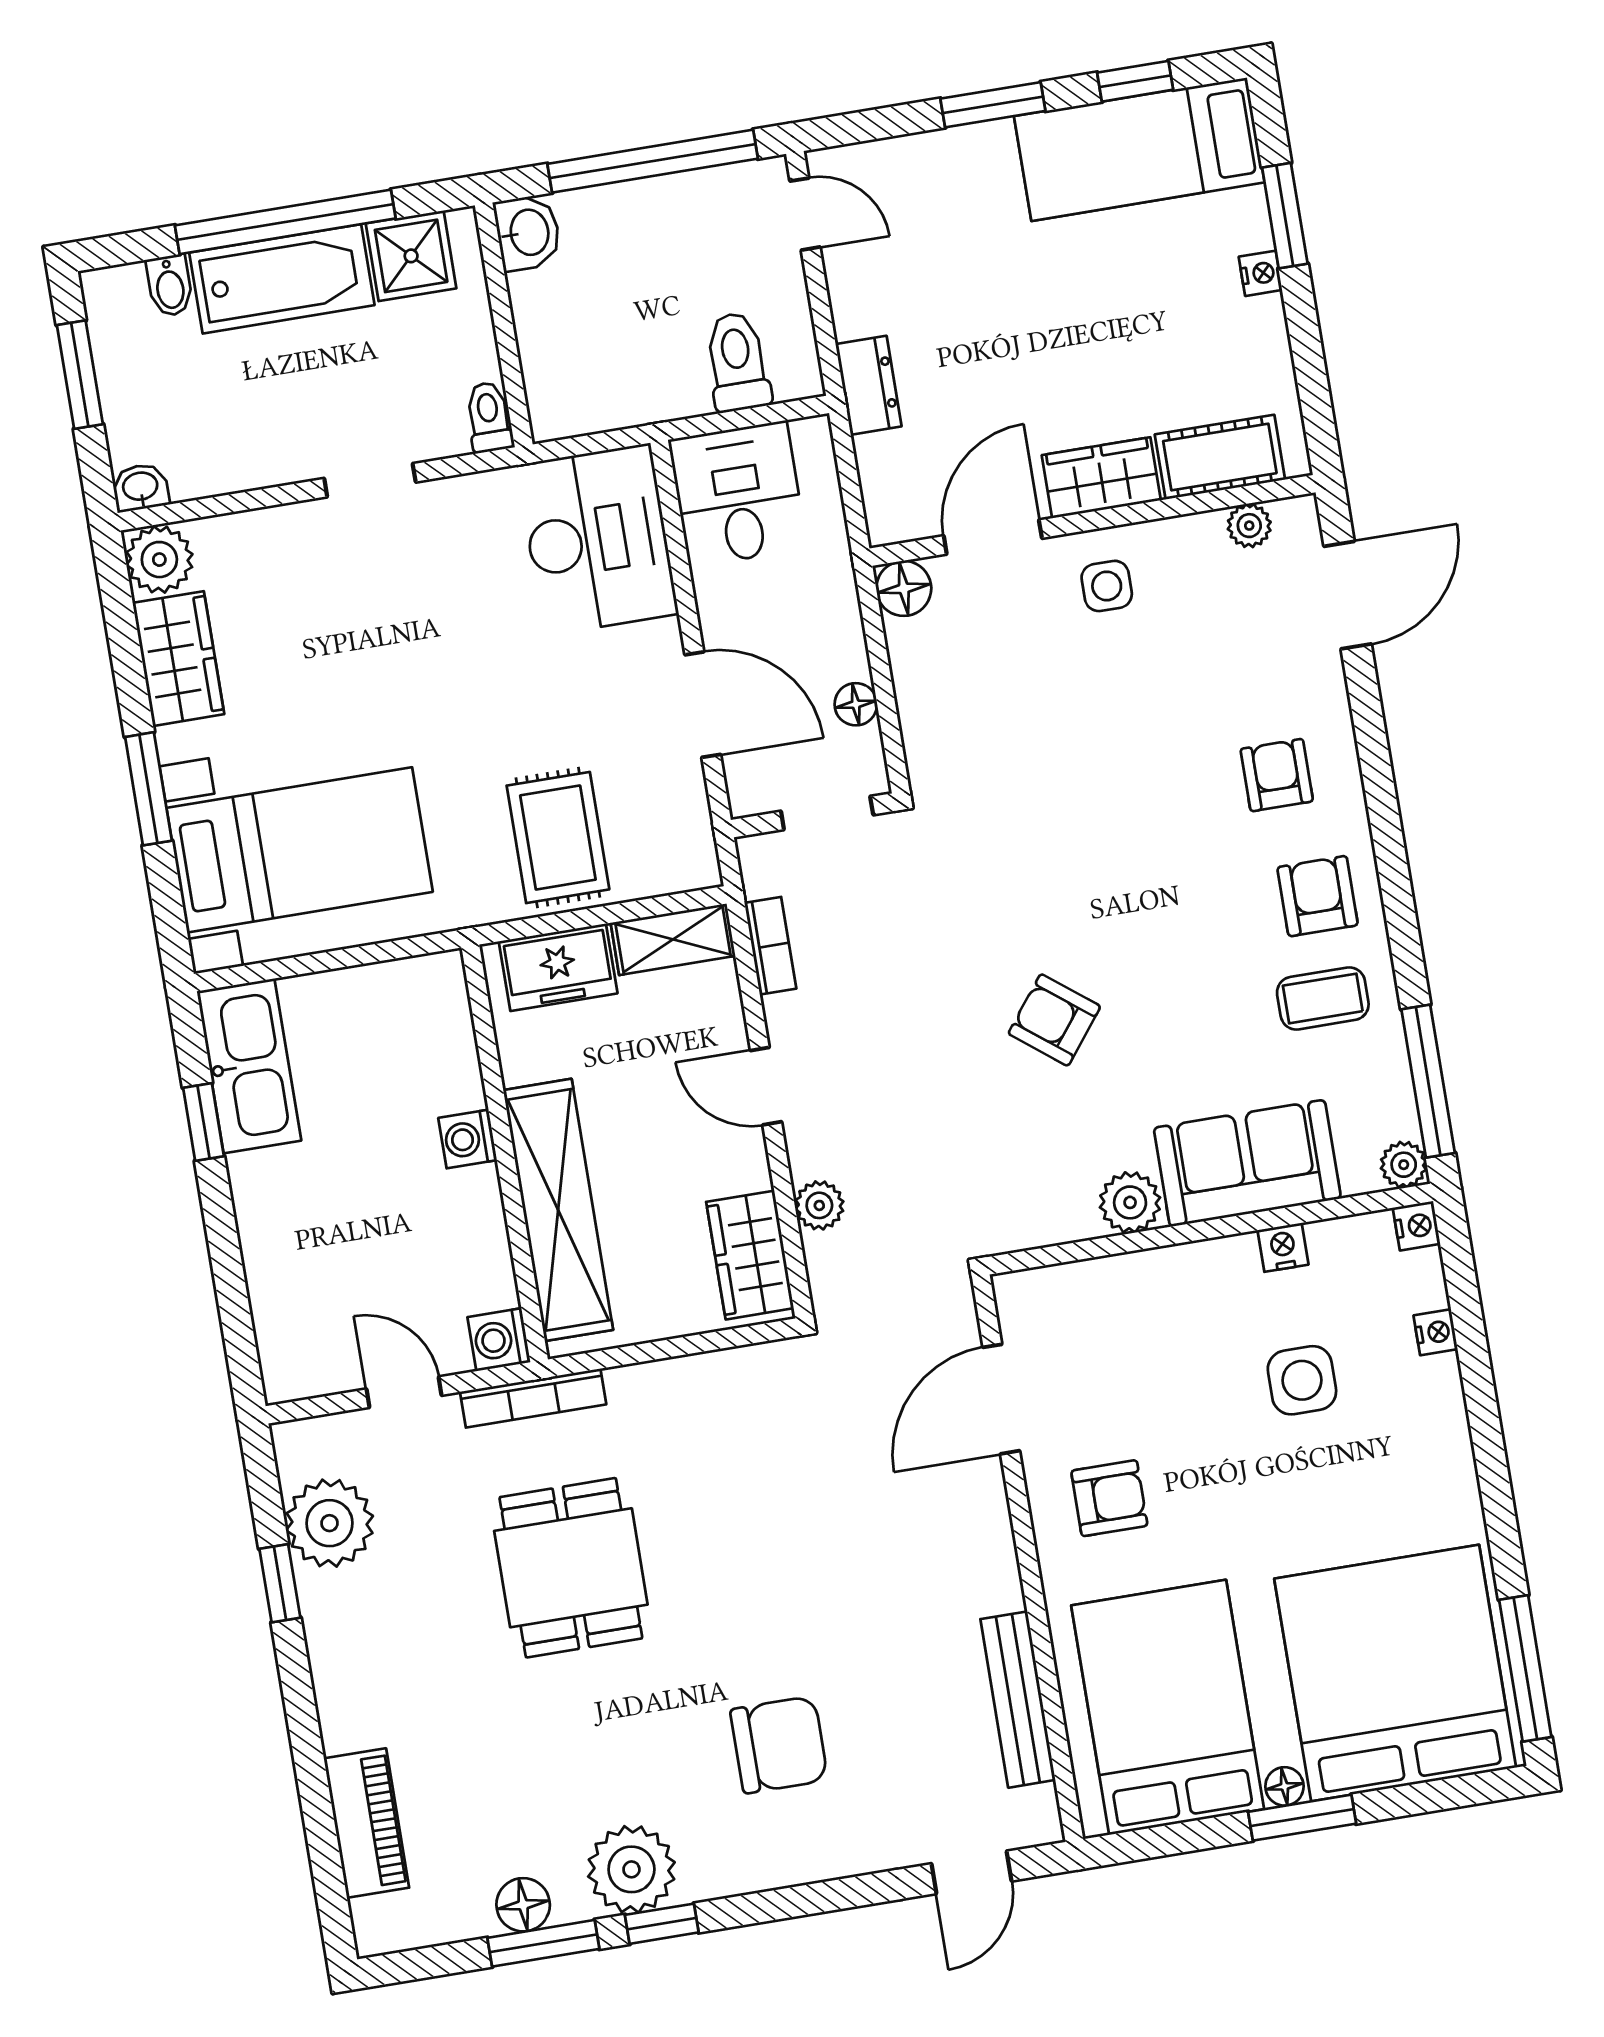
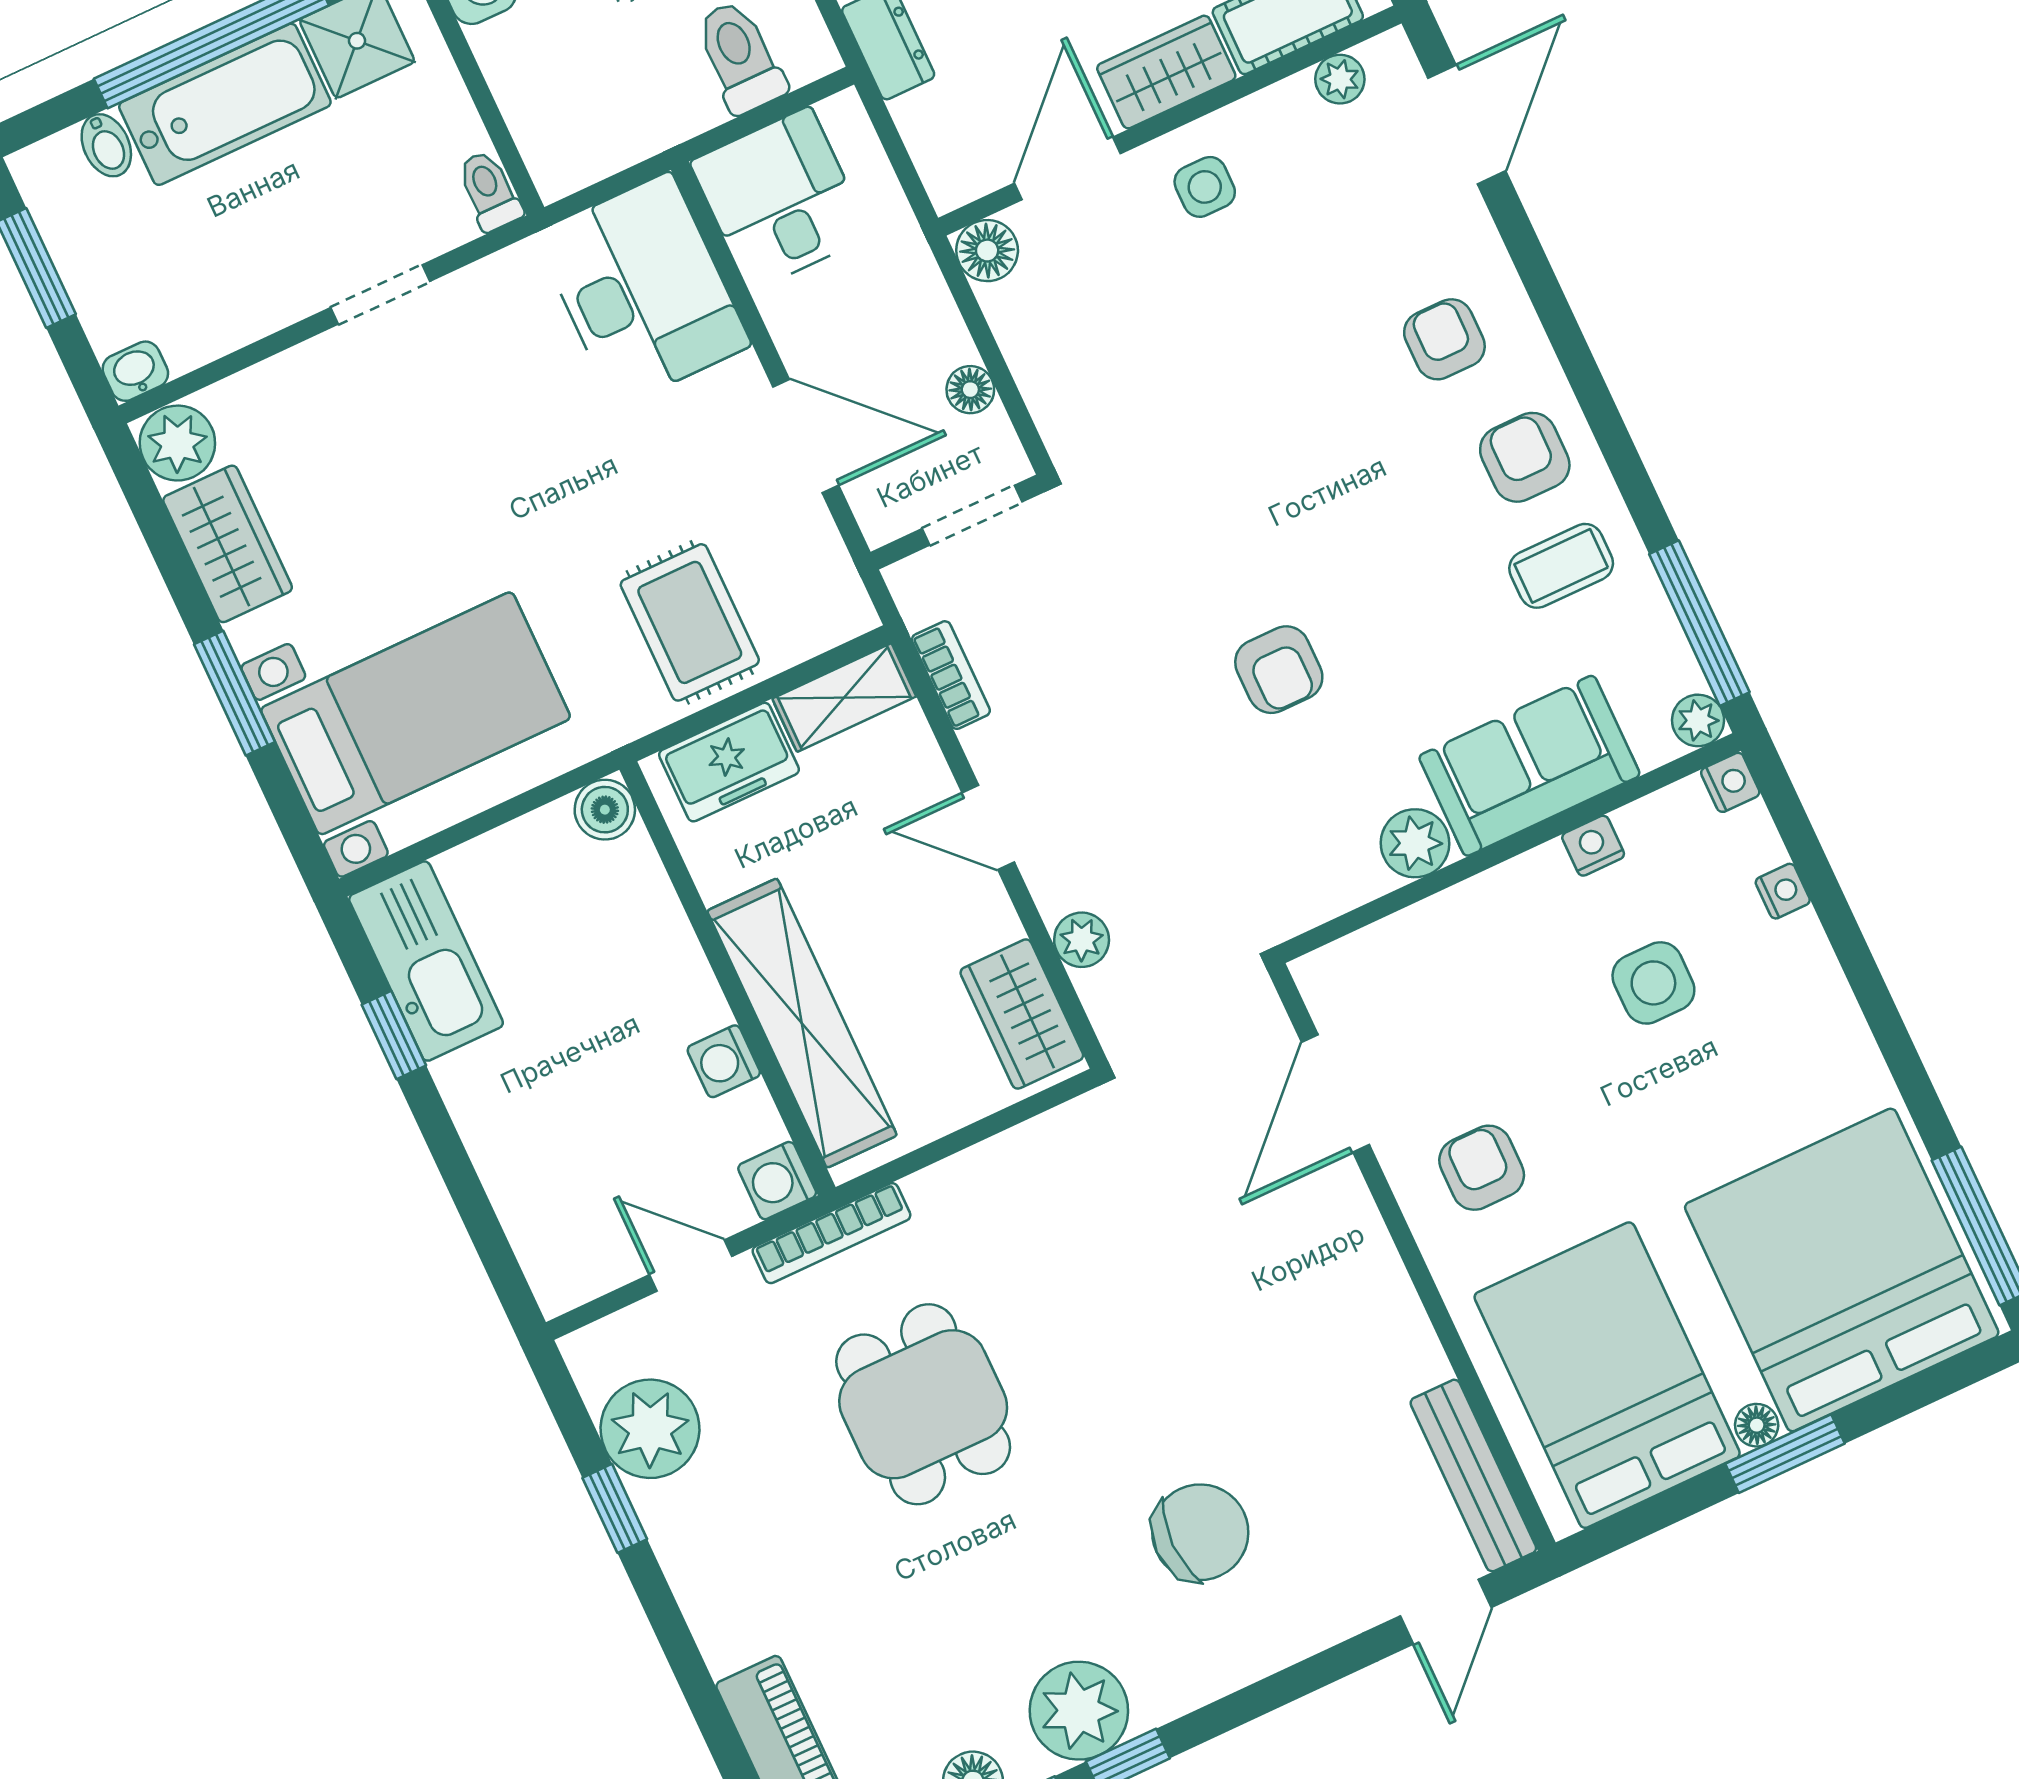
boiler: (440, 978) -> (605, 810), added
armchair: (1054, 1020) -> (1279, 670), turned -128
washing machine: (468, 1139) -> (724, 1061), moved
armchair: (1109, 1498) -> (1482, 1168), turned -90
bench: (1018, 1700) -> (1473, 1476), moved

